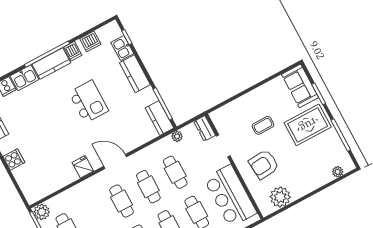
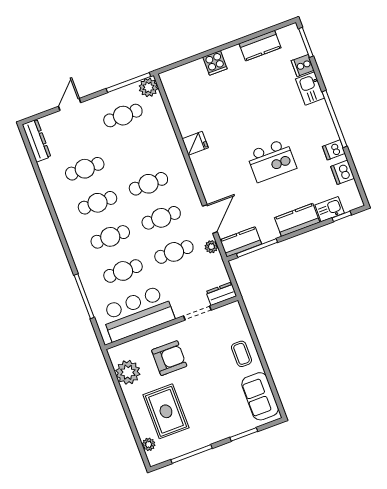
kitchen counter: (51, 64) -> (323, 123), removed
sofa: (300, 86) -> (260, 396), moved, turned -90
coffee table: (263, 125) -> (241, 354), moved
rug: (308, 125) -> (166, 411), moved
plant: (177, 136) -> (211, 247), moved
door: (115, 161) -> (210, 219), moved
armchair: (264, 164) -> (169, 358), turned 95

